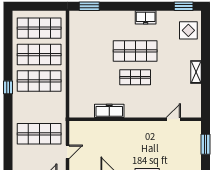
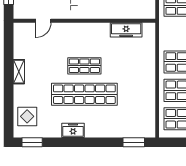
shop shelf: (135, 51) -> (84, 94), width x1.40
freezer: (109, 111) -> (126, 30), moved

